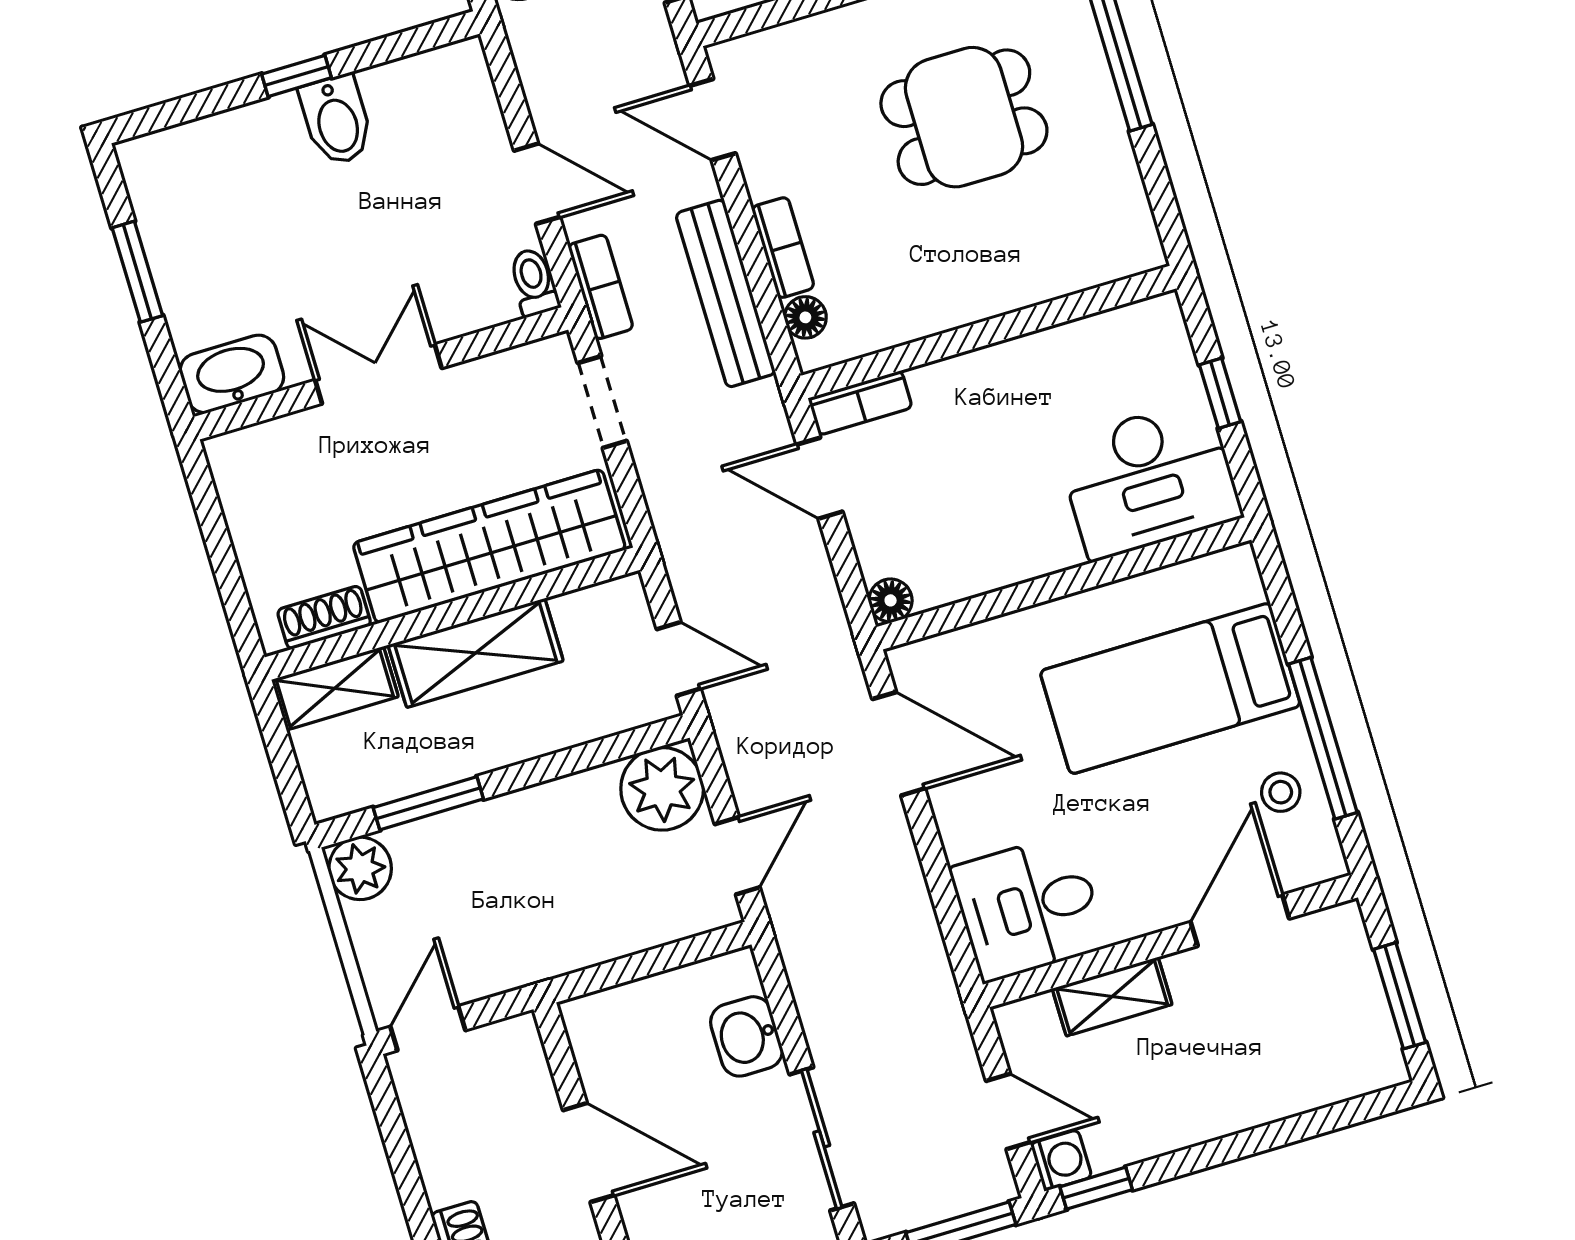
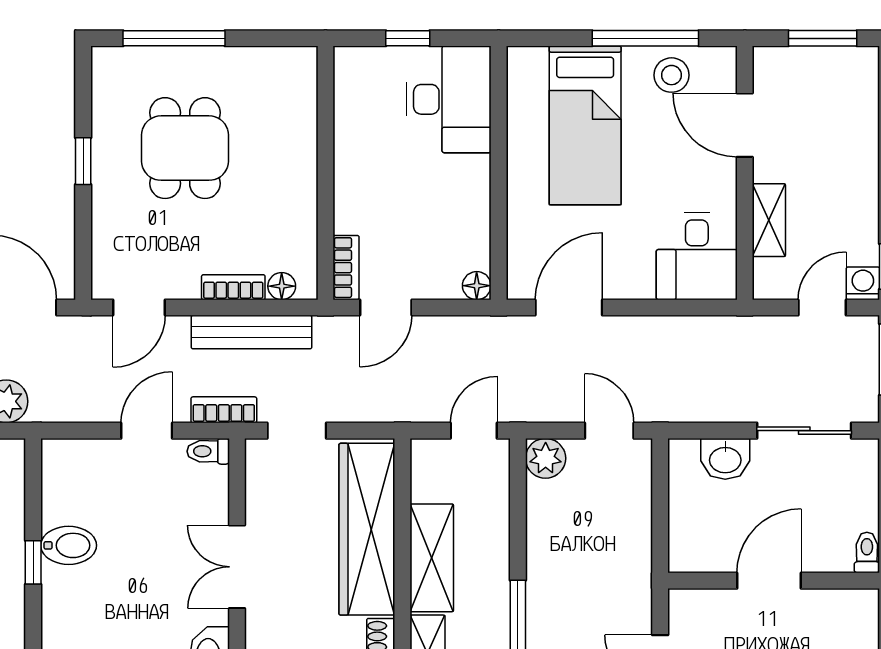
plant: (662, 789) -> (546, 458), width x0.73, depth x0.73
stool: (1281, 792) -> (671, 75), width x1.37, depth x1.37

